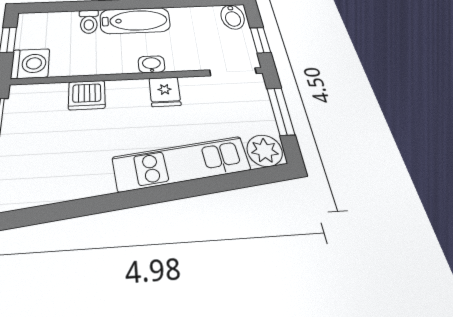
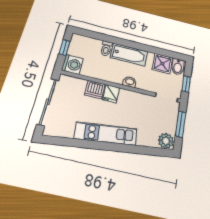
shower: (202, 19) -> (162, 64), added
fridge: (165, 92) -> (111, 94), moved
kitchen unit: (181, 164) -> (106, 134), moved

